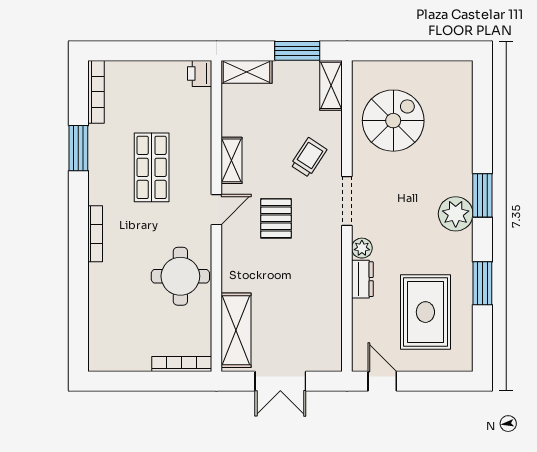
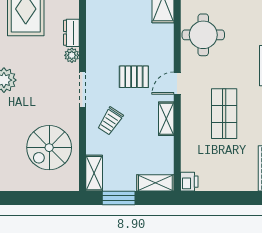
pallet: (276, 218) -> (134, 77), turned 90

